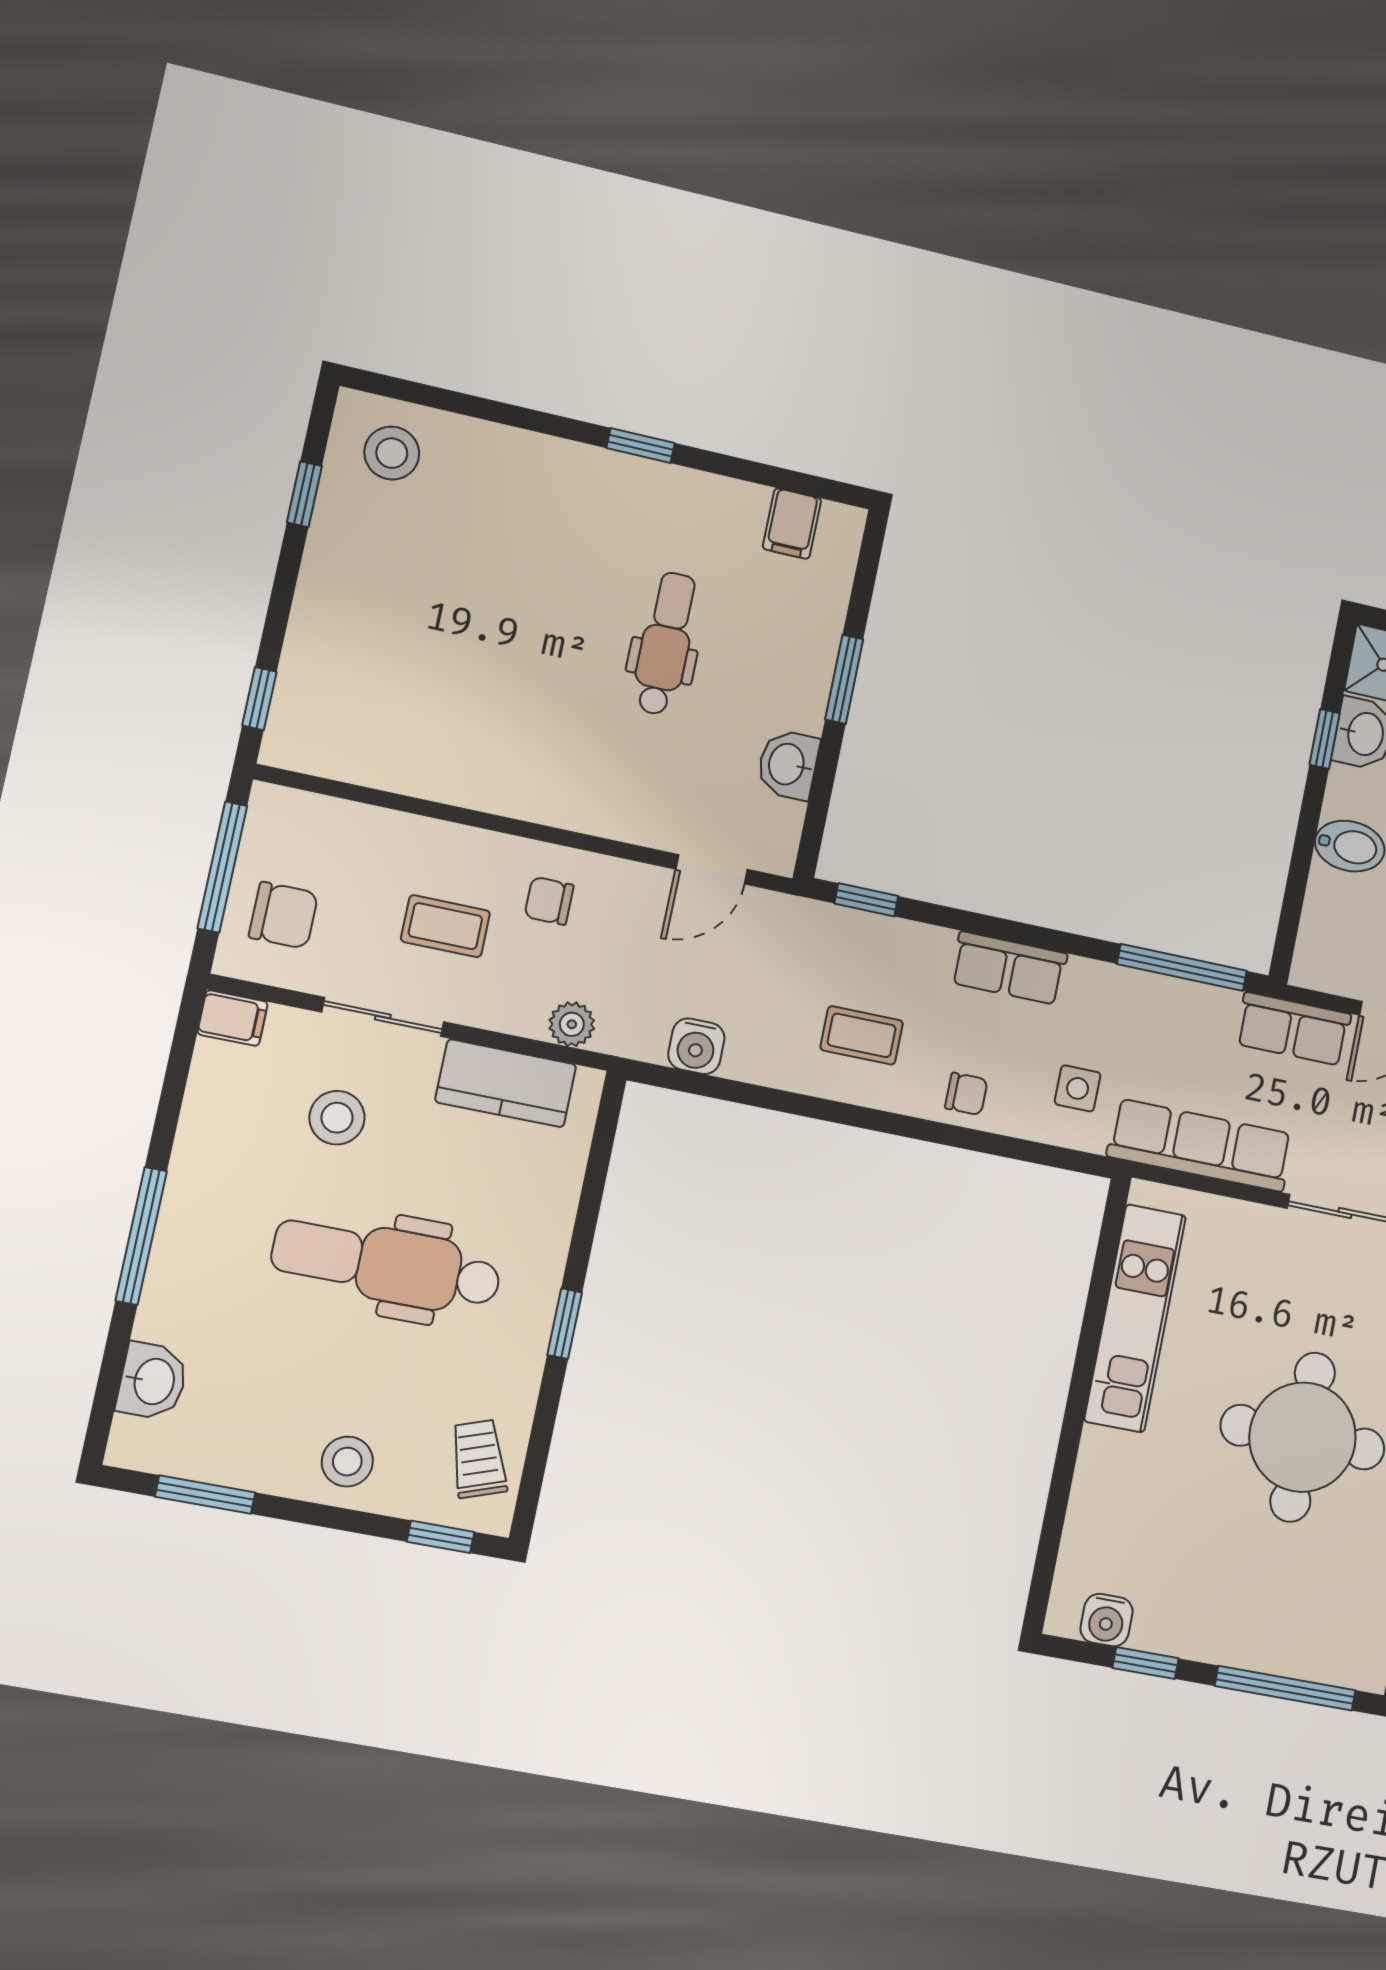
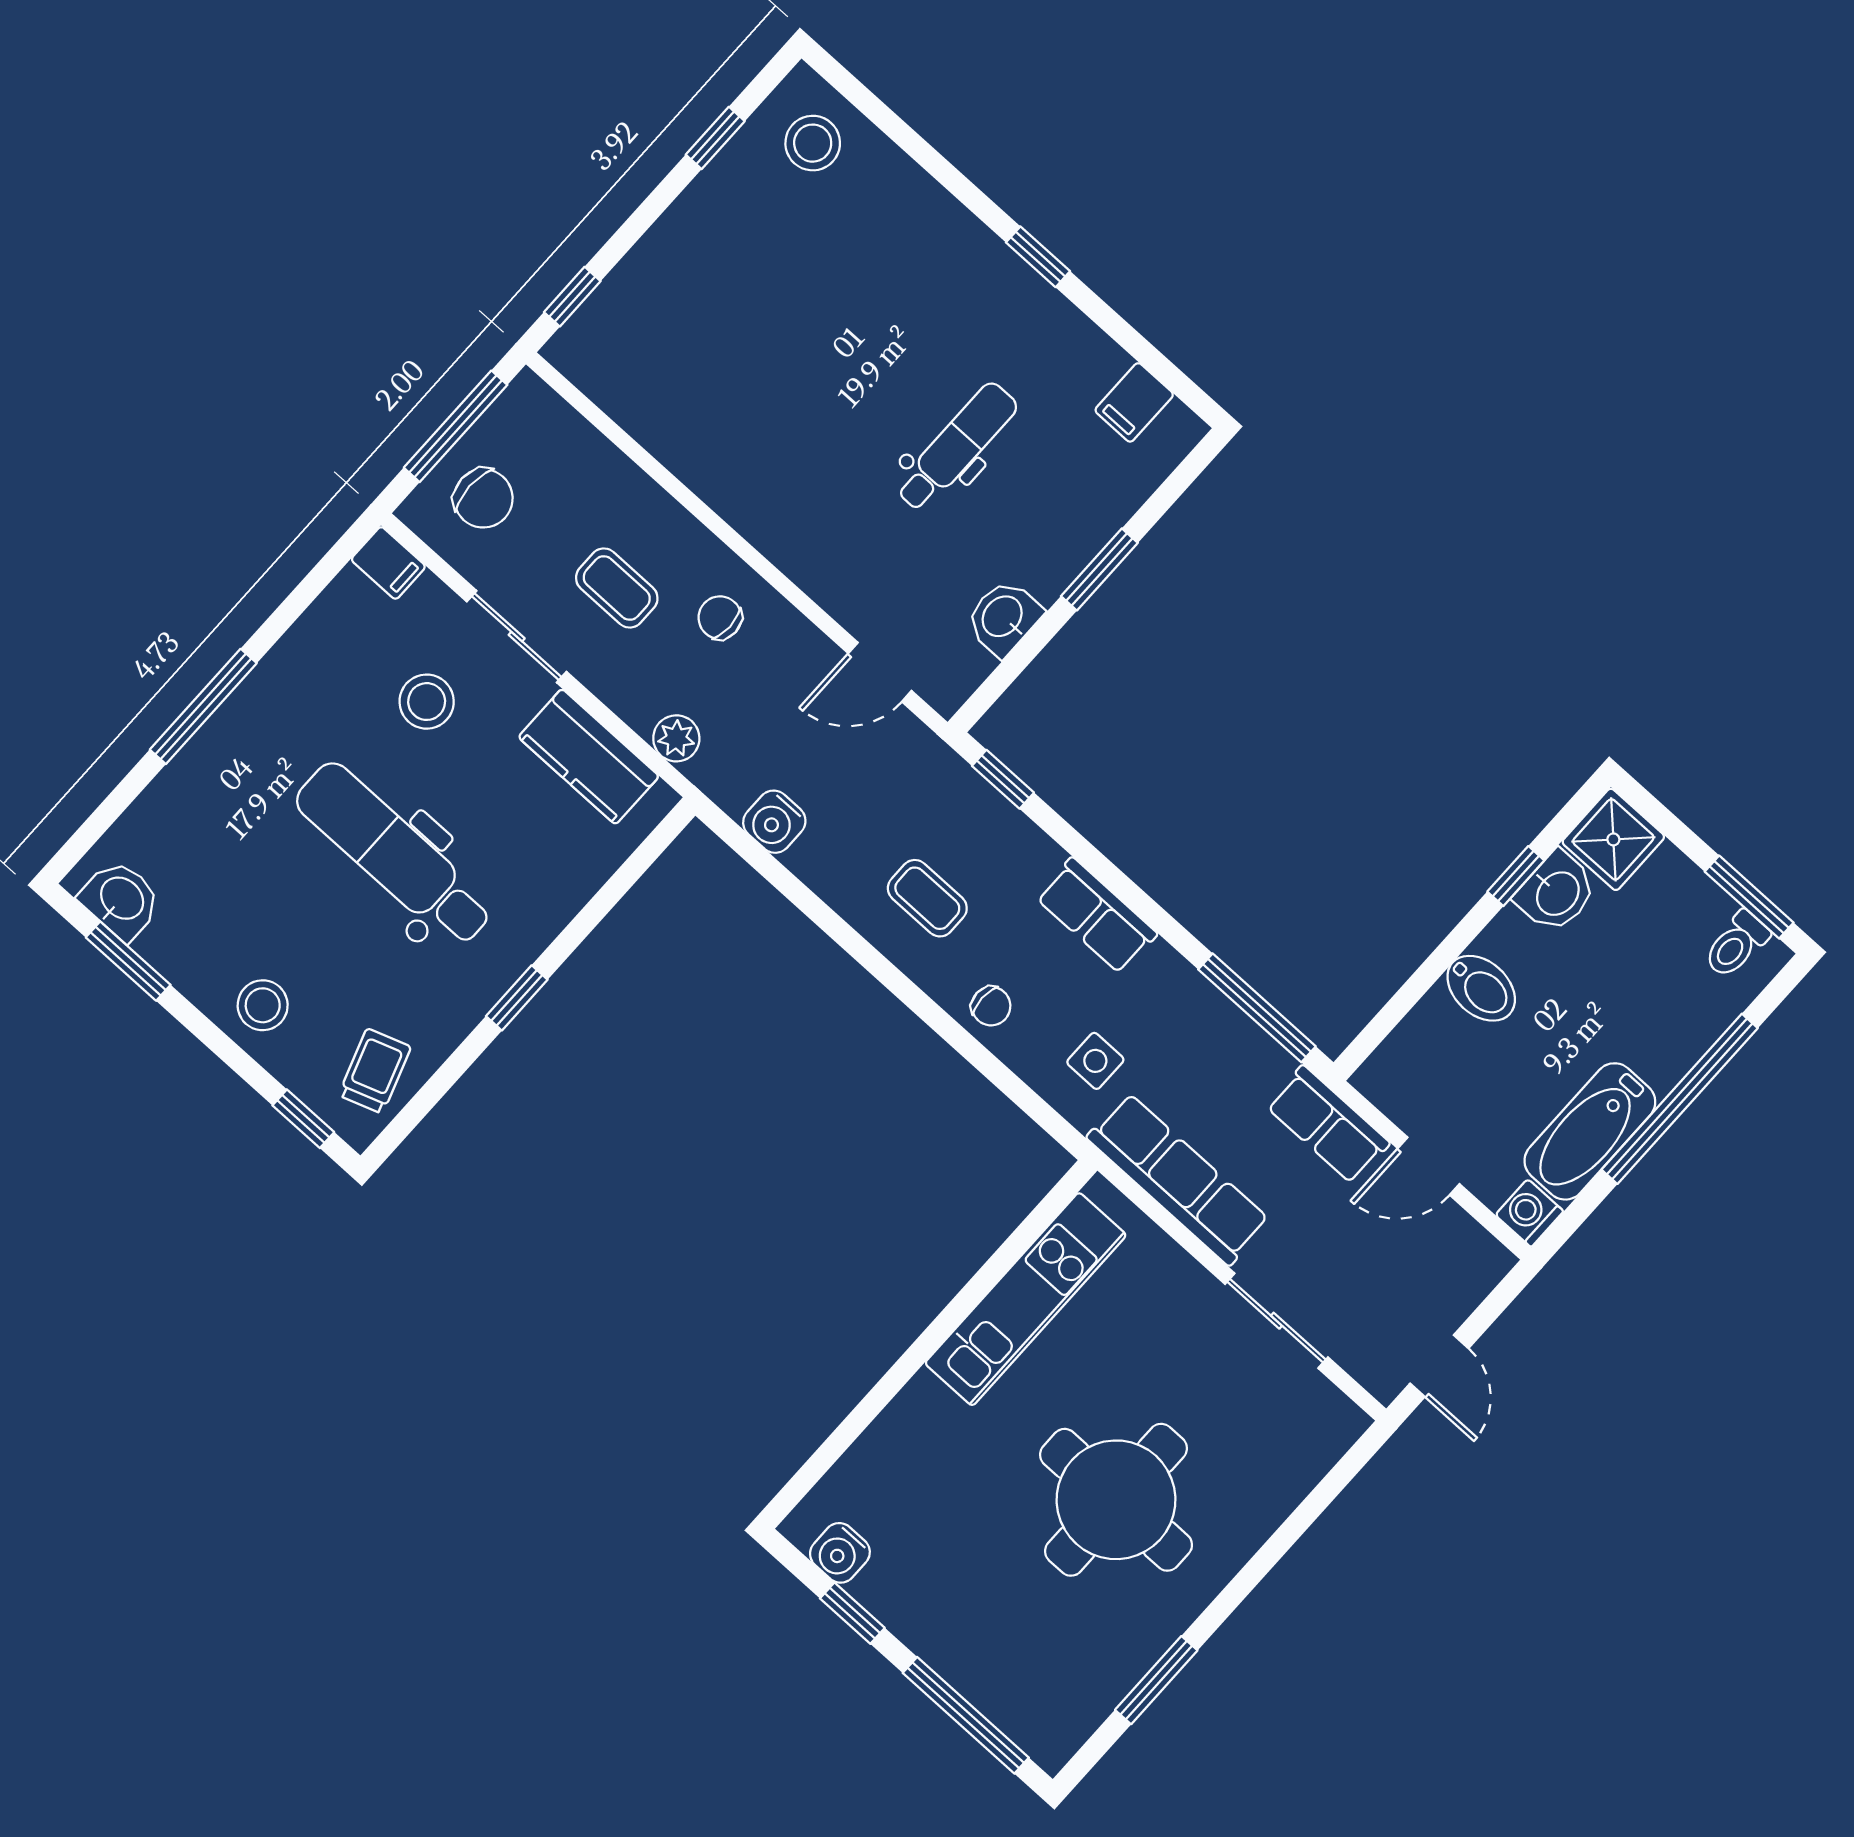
washbasin: (152, 1381) -> (121, 899), moved, turned -90

